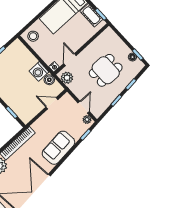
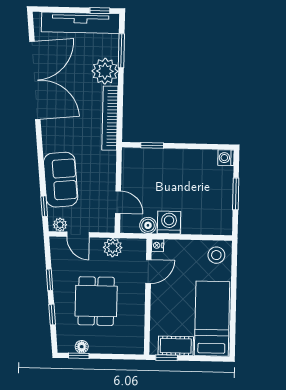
door: (70, 60) -> (148, 271), hinge flipped
plant: (67, 78) -> (113, 248), moved
door: (52, 103) -> (118, 202), hinge flipped
sofa: (58, 148) -> (61, 180), moved

